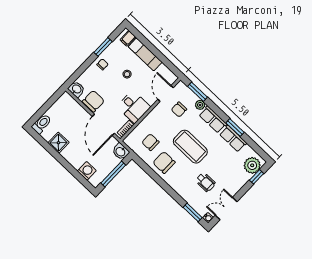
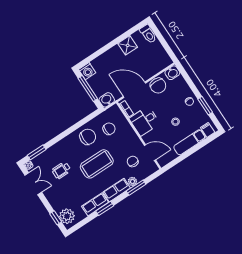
window: (197, 92) -> (136, 188), moved
washing machine: (87, 171) -> (87, 71), moved

